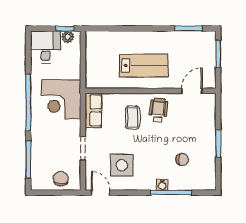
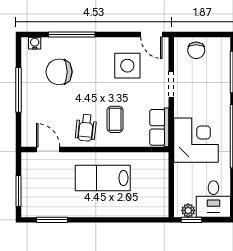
door: (192, 91) -> (48, 150), swing flipped
window: (218, 144) -> (18, 90), width x1.44
chair: (182, 160) -> (59, 72), width x1.87, depth x1.87
water cooler: (162, 185) -> (35, 43), moved

